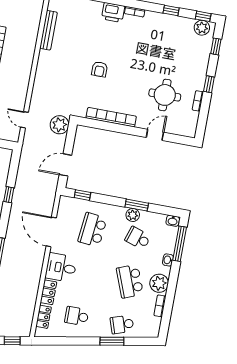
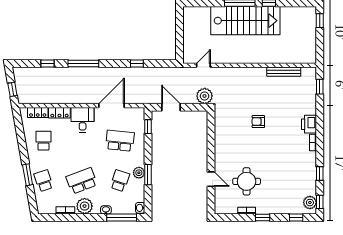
bookcase: (111, 117) -> (219, 139), removed

